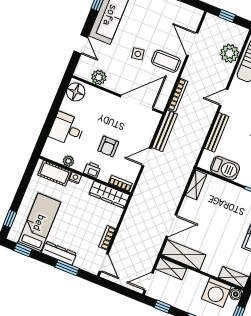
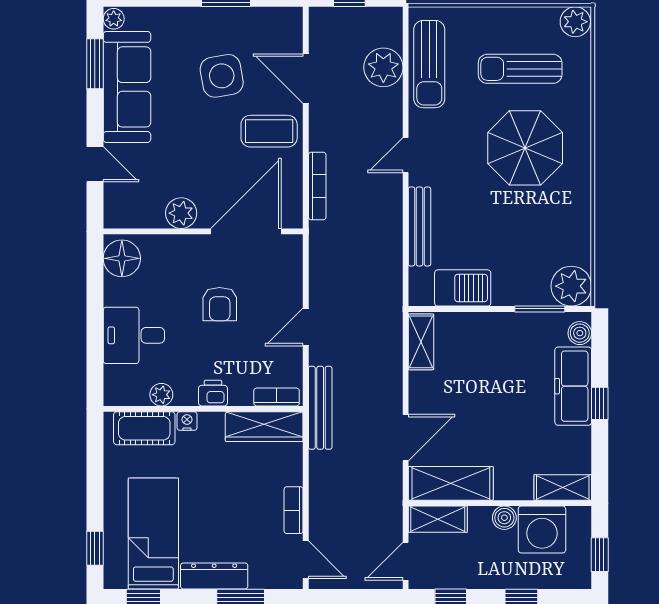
side table: (138, 54) -> (222, 76), moved, width x1.87, depth x1.87
plant: (99, 77) -> (181, 213), moved
bench: (165, 131) -> (320, 408), moved
armchair: (108, 146) -> (220, 304), moved
boiler: (236, 294) -> (504, 518), moved

